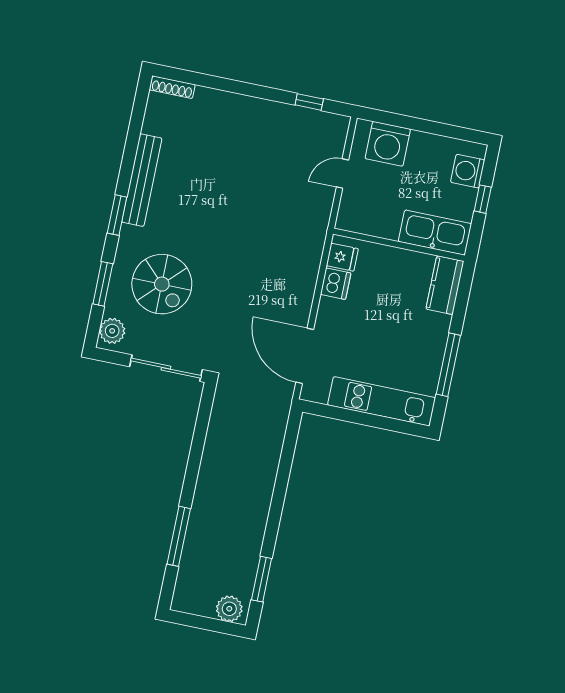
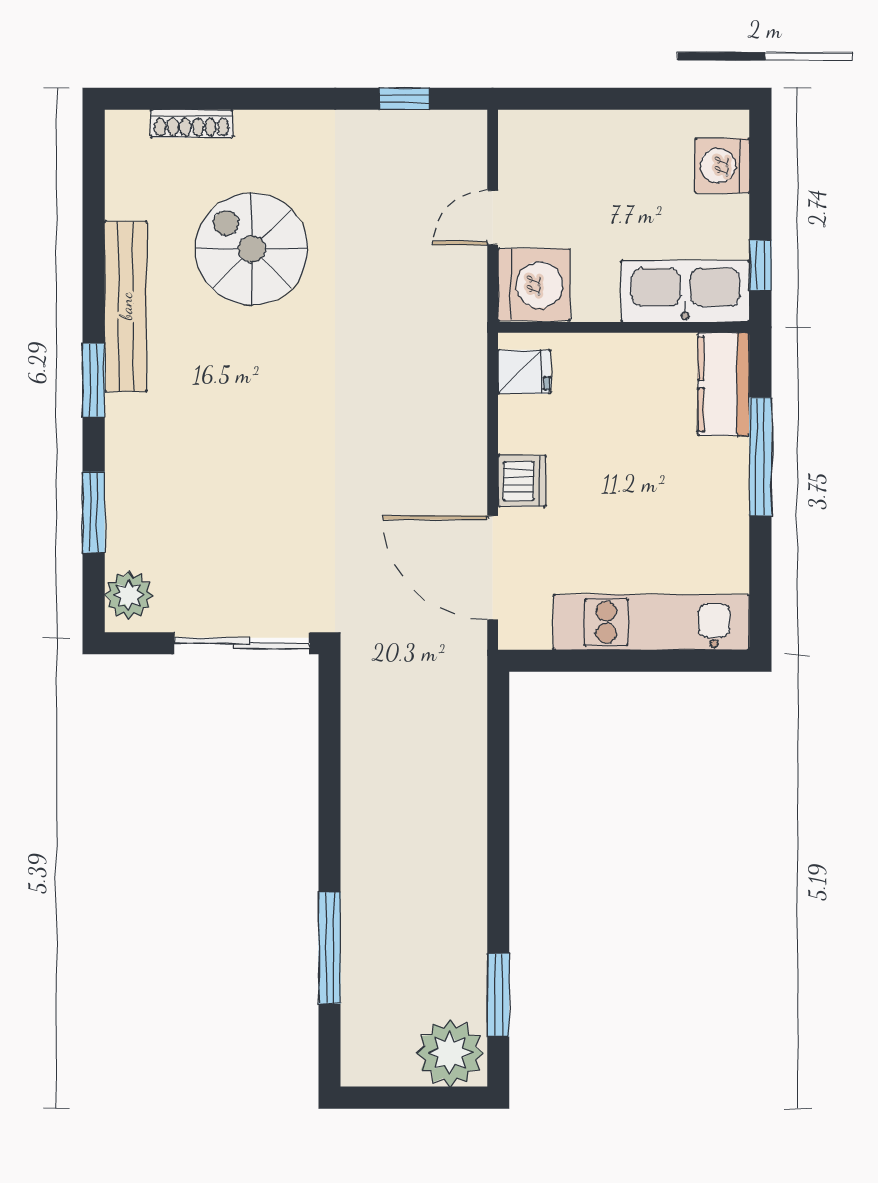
shoe rack: (172, 87) -> (192, 124), moved
washing machine: (388, 144) -> (534, 285), moved, turned -90
window: (483, 199) -> (760, 265), moved
spiral stairs: (162, 284) -> (252, 249), moved, turned 180
dishwasher: (336, 284) -> (522, 481), moved
window: (448, 365) -> (760, 457), moved
plant: (229, 609) -> (450, 1053), width x1.36, depth x1.36

